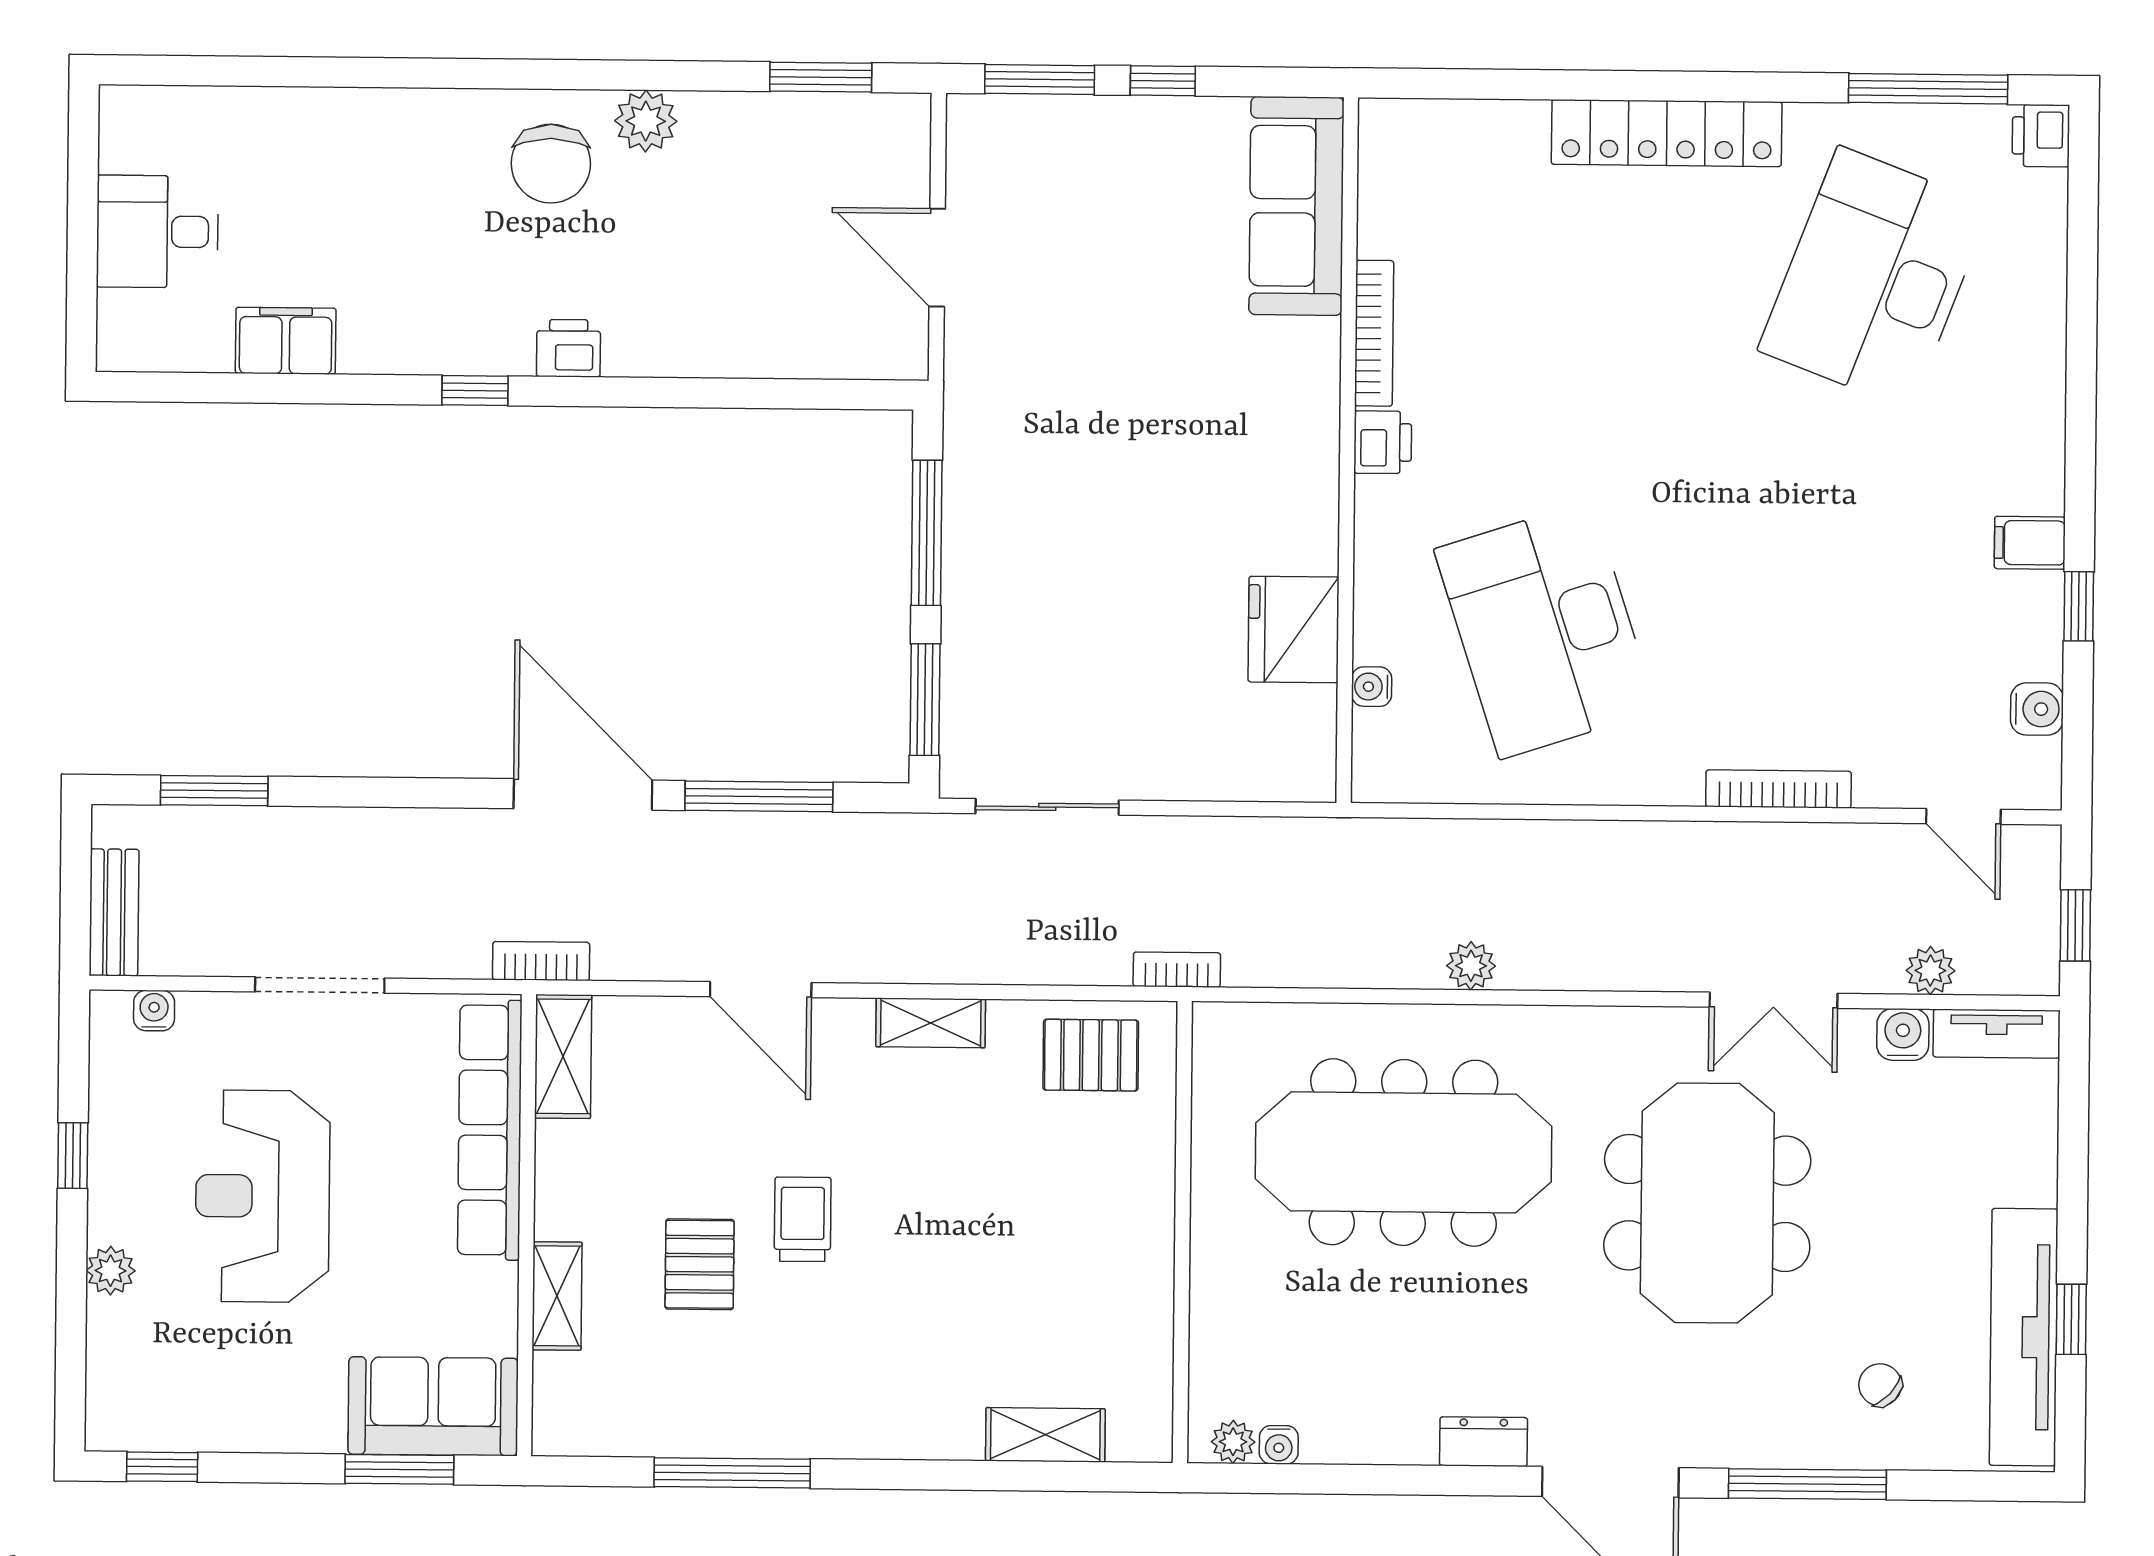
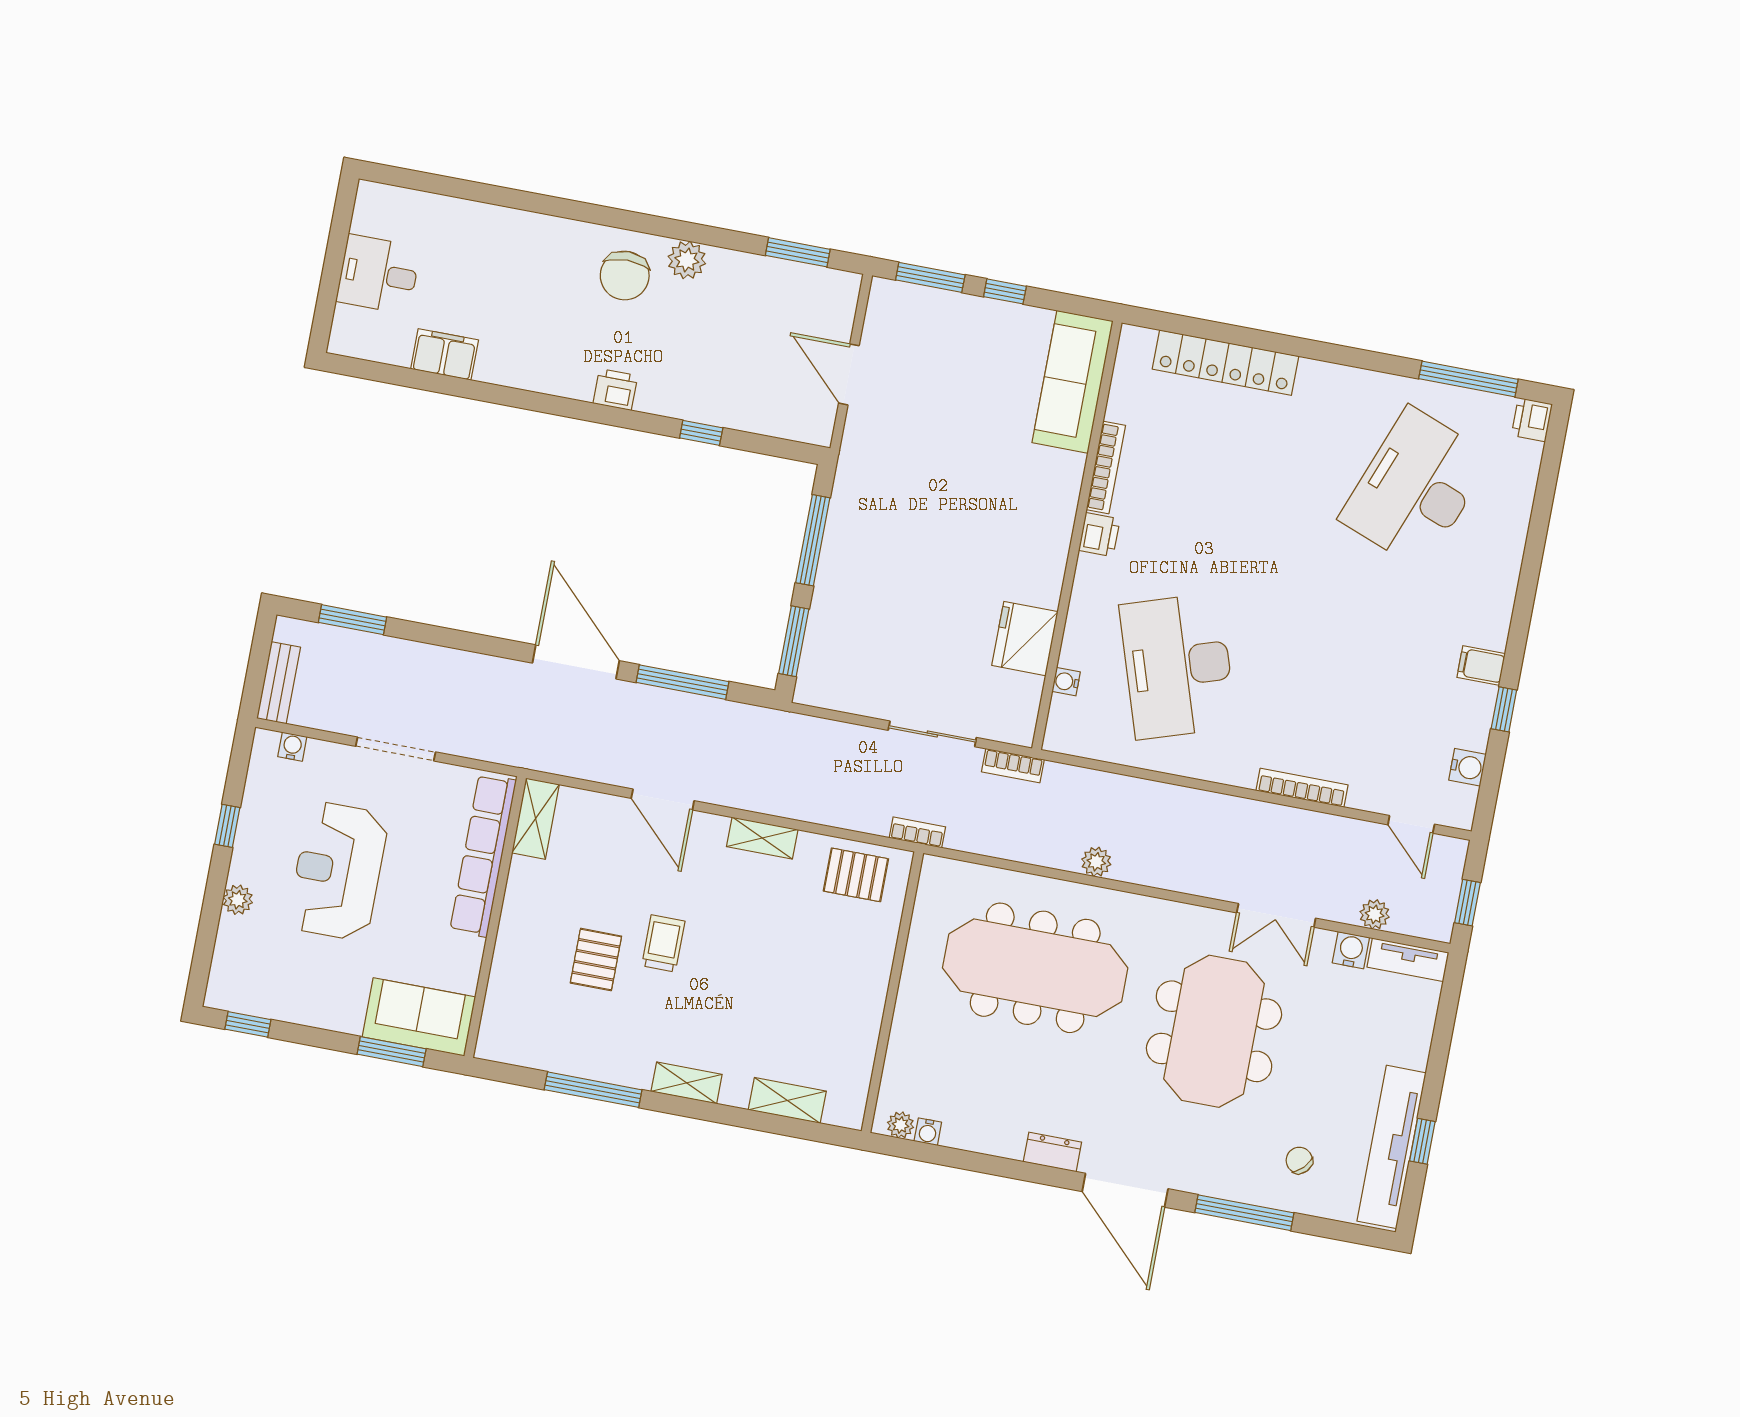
locker: (1667, 133) -> (1226, 363), moved
window: (475, 391) -> (701, 433), moved
sliding door: (1047, 807) -> (932, 734), moved
bookcase: (541, 961) -> (1013, 766), moved, turned 180
shelving: (557, 1296) -> (687, 1083), moved, turned 90

